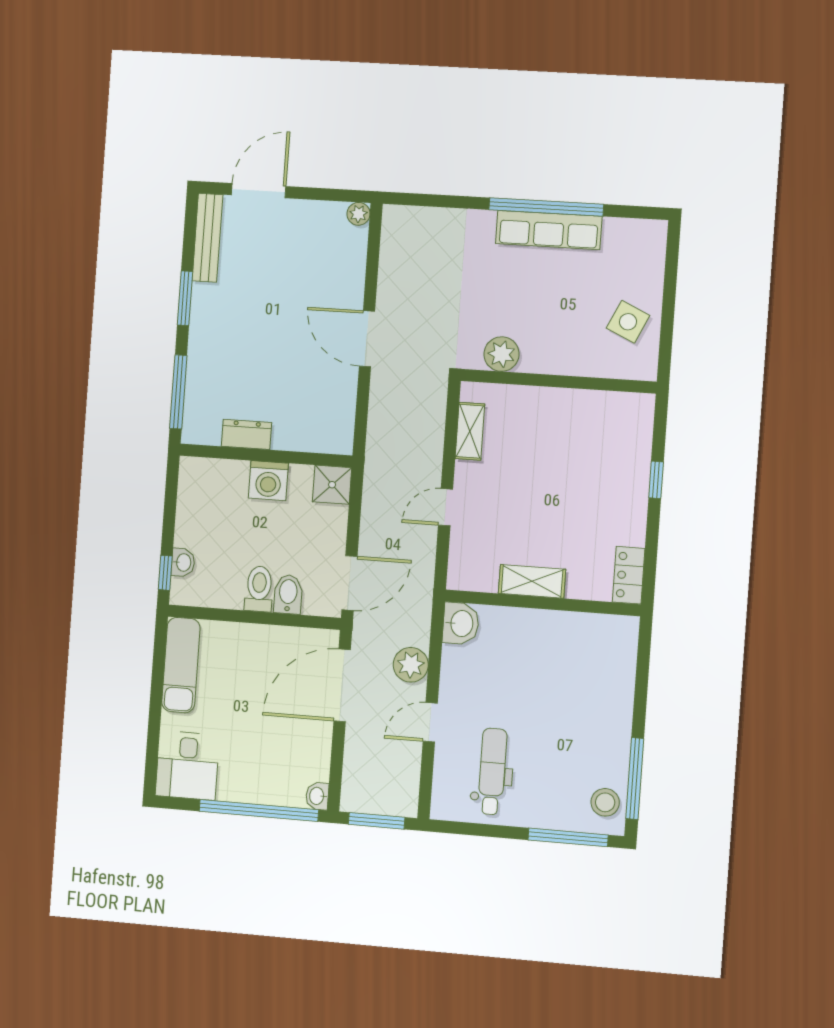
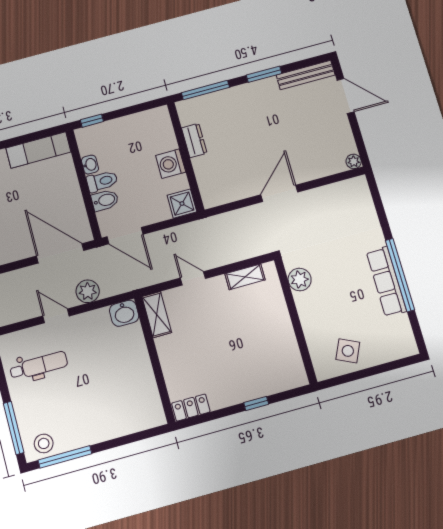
washbasin: (183, 562) -> (90, 165), moved, turned -90
shelving: (532, 581) -> (157, 315), moved

